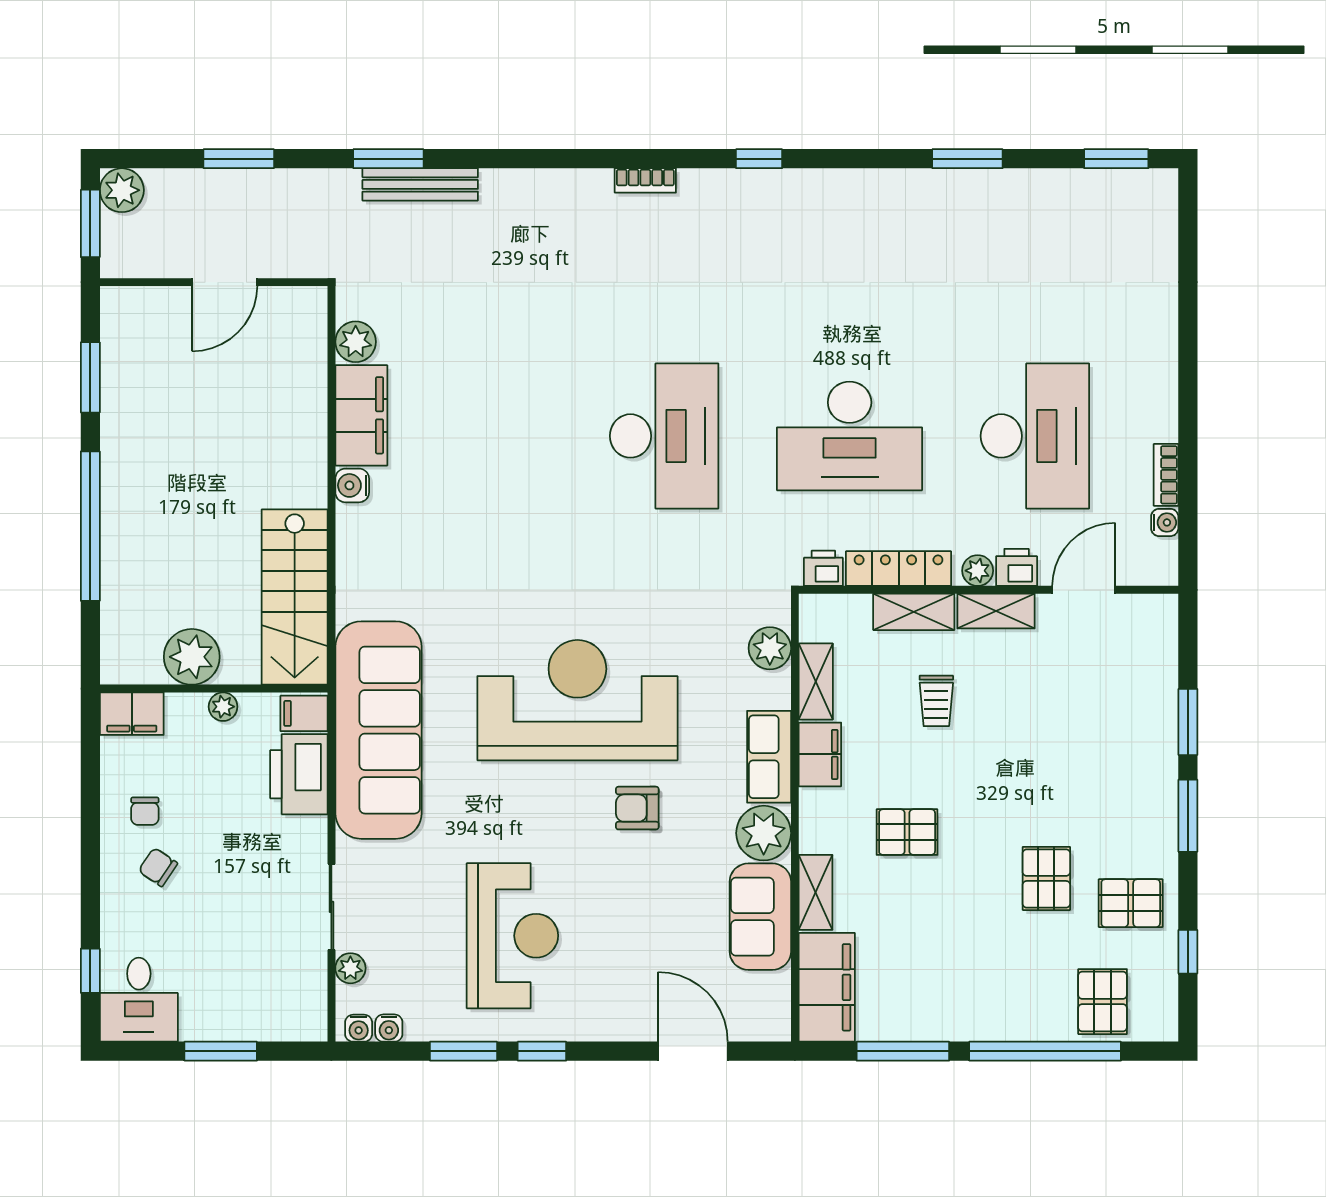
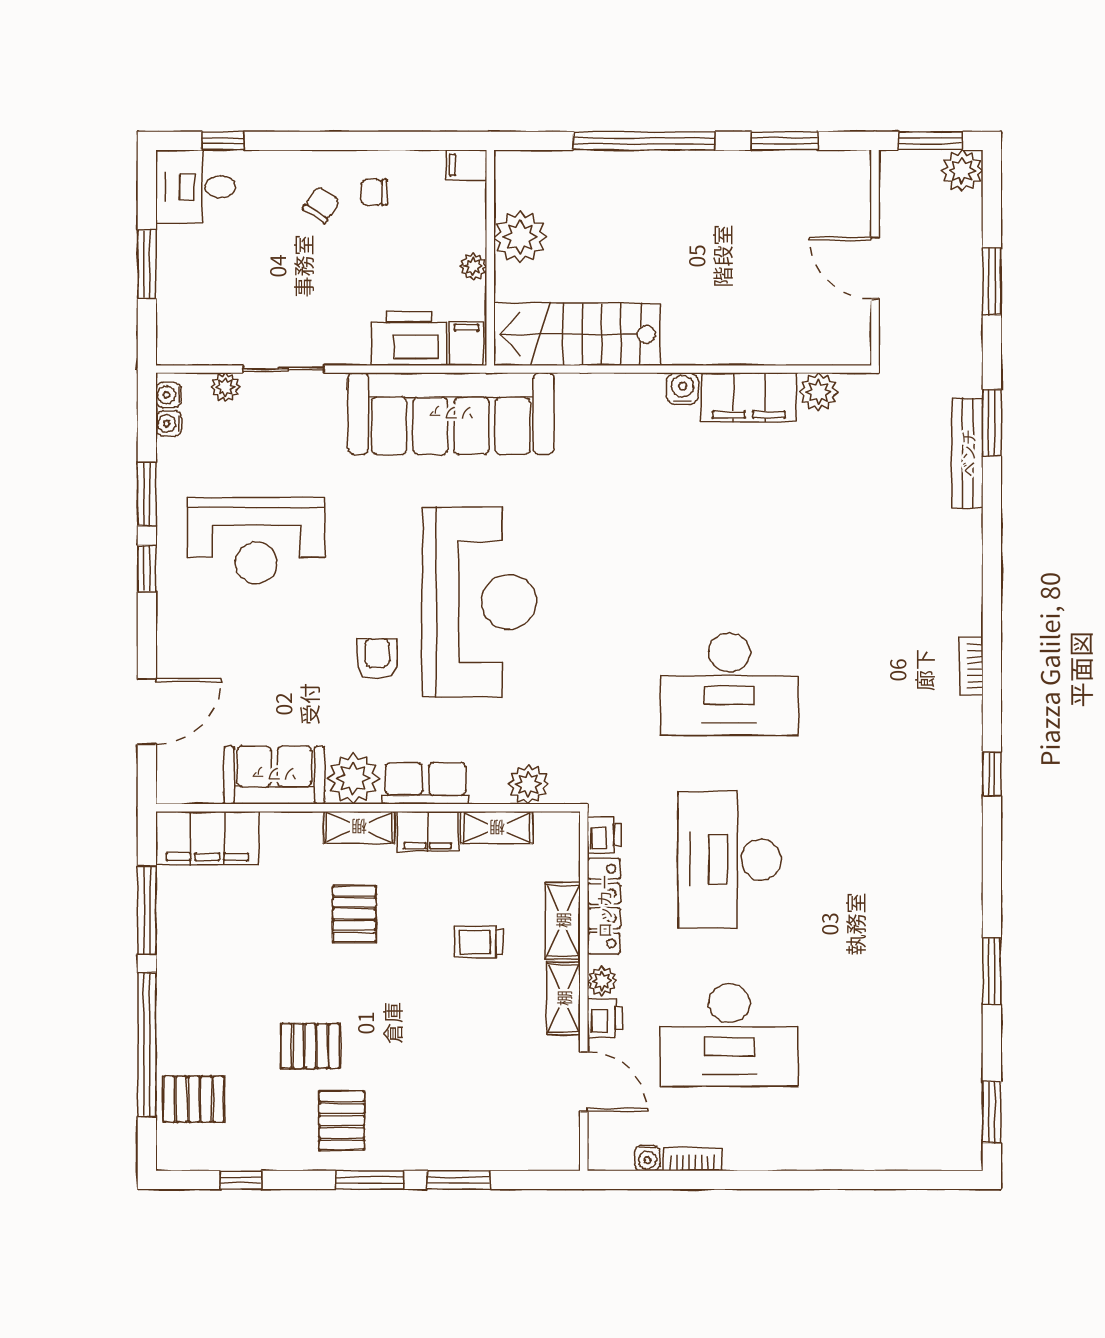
filing cabinet: (132, 714) -> (466, 165), width x0.50
shelving: (816, 892) -> (359, 827), moved
pallet: (1131, 903) -> (342, 1121), moved

